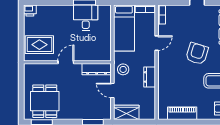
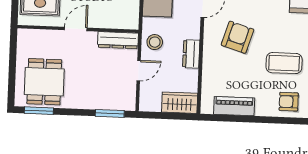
armchair: (197, 54) -> (237, 37), moved
door: (112, 90) -> (139, 71), swing flipped
wardrobe: (126, 112) -> (180, 103), moved

